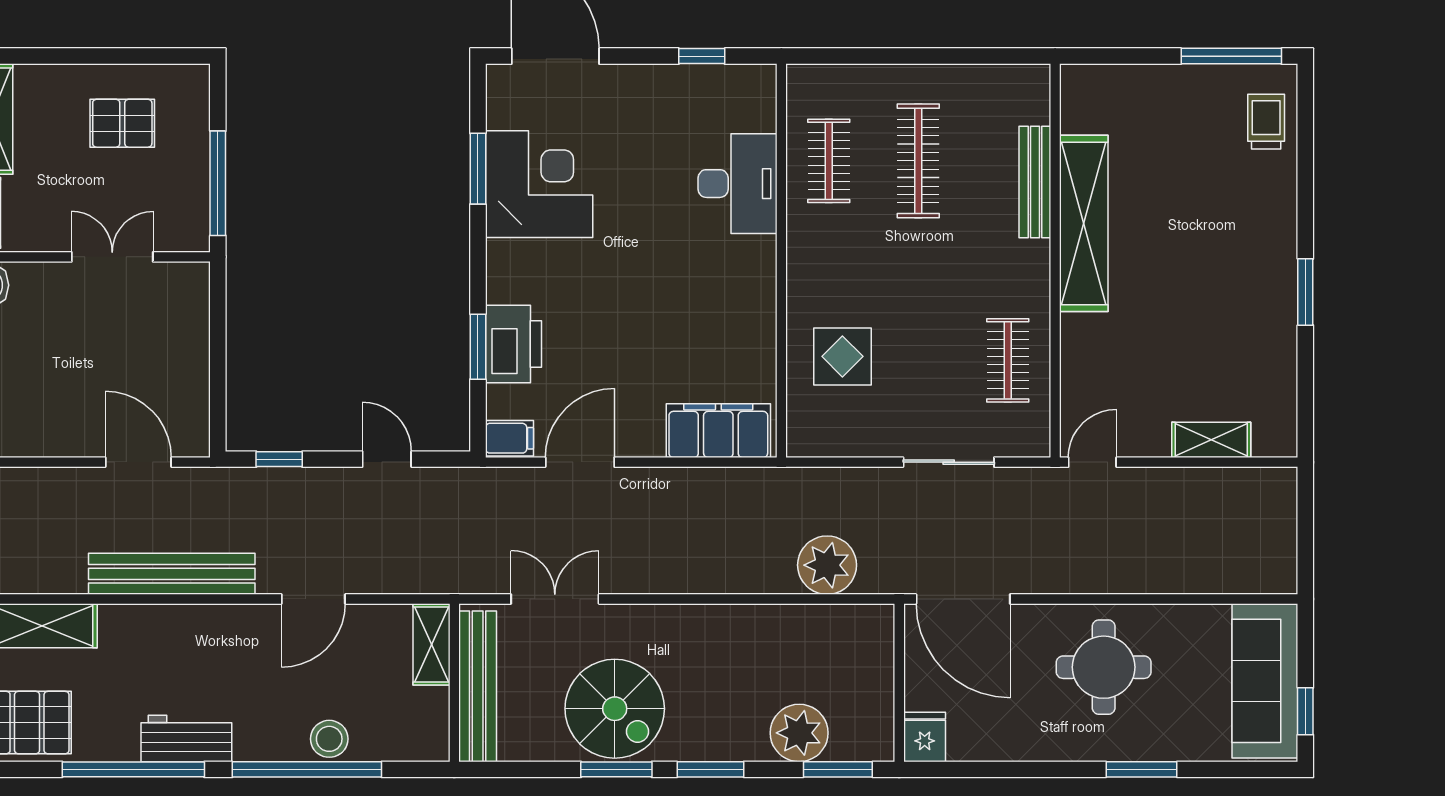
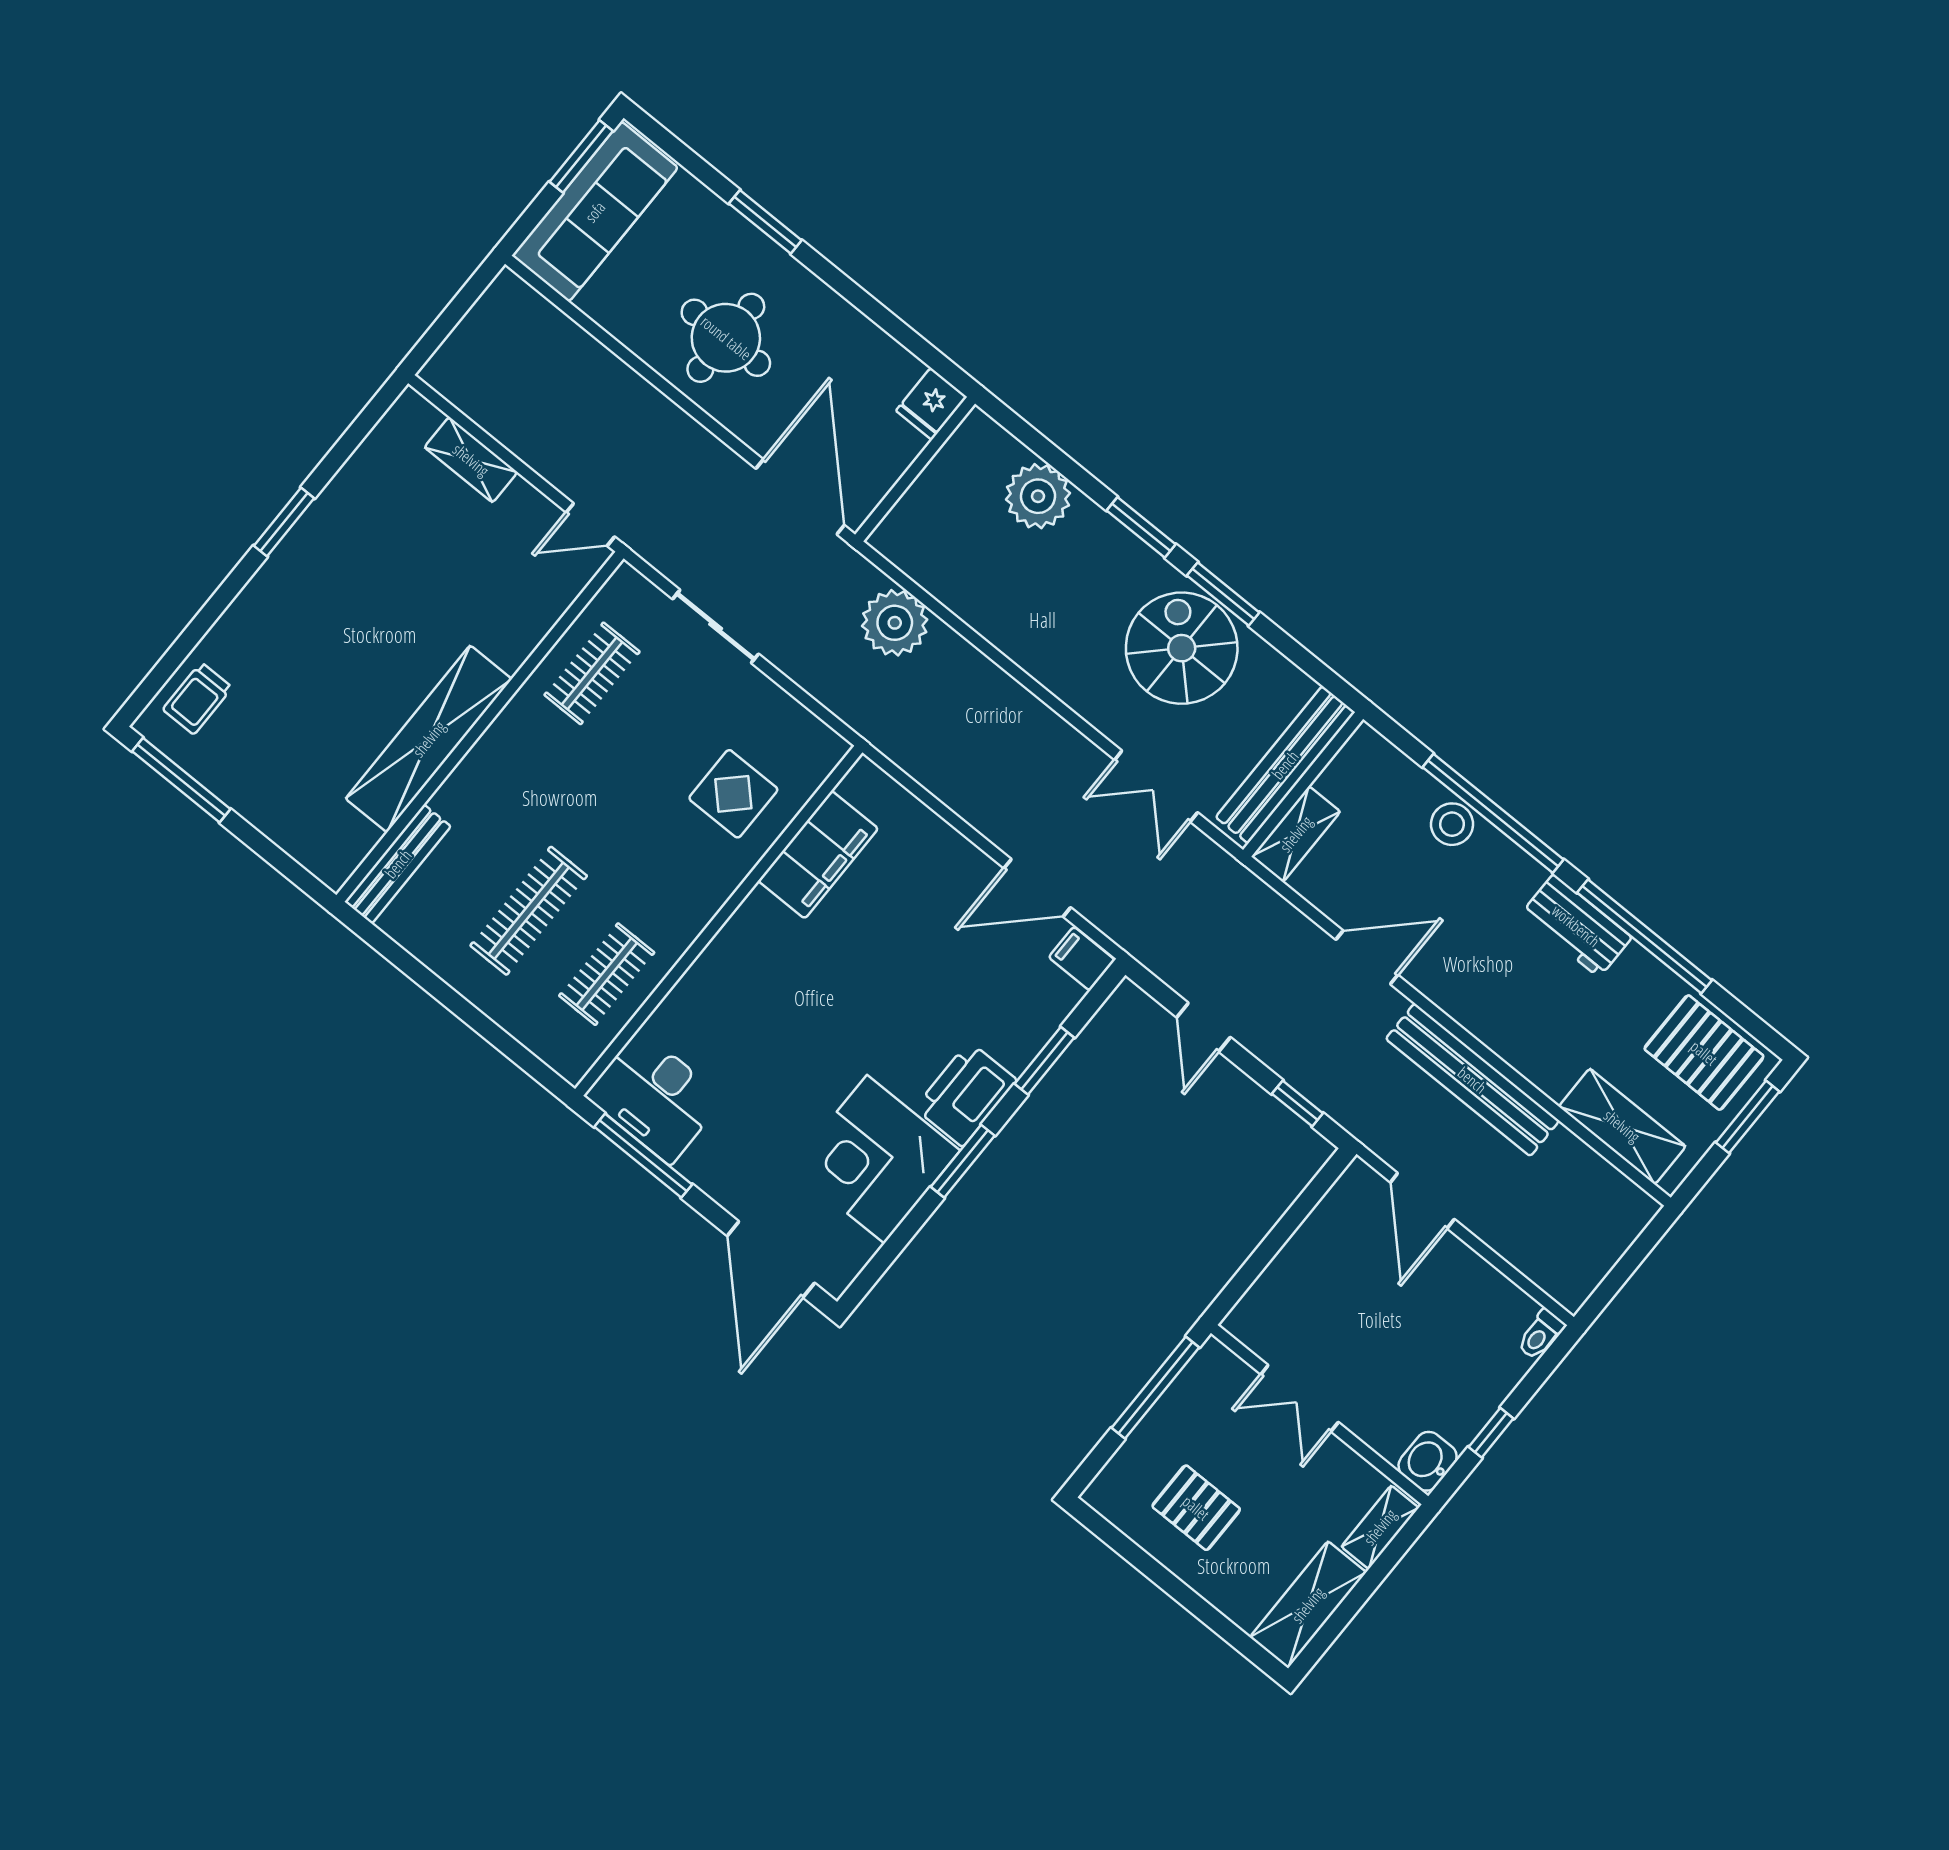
window: (702, 56) -> (643, 1156), width x2.17
window: (478, 169) -> (963, 1161), moved
bench: (1035, 182) -> (398, 864), moved
desk: (737, 184) -> (655, 1097), moved, turned -90
printer: (513, 344) -> (966, 1094), moved
filing cabinet: (718, 431) -> (818, 855), moved, turned -90
window: (1305, 711) -> (581, 156), width x1.50
window: (838, 769) -> (1030, 437), removed

